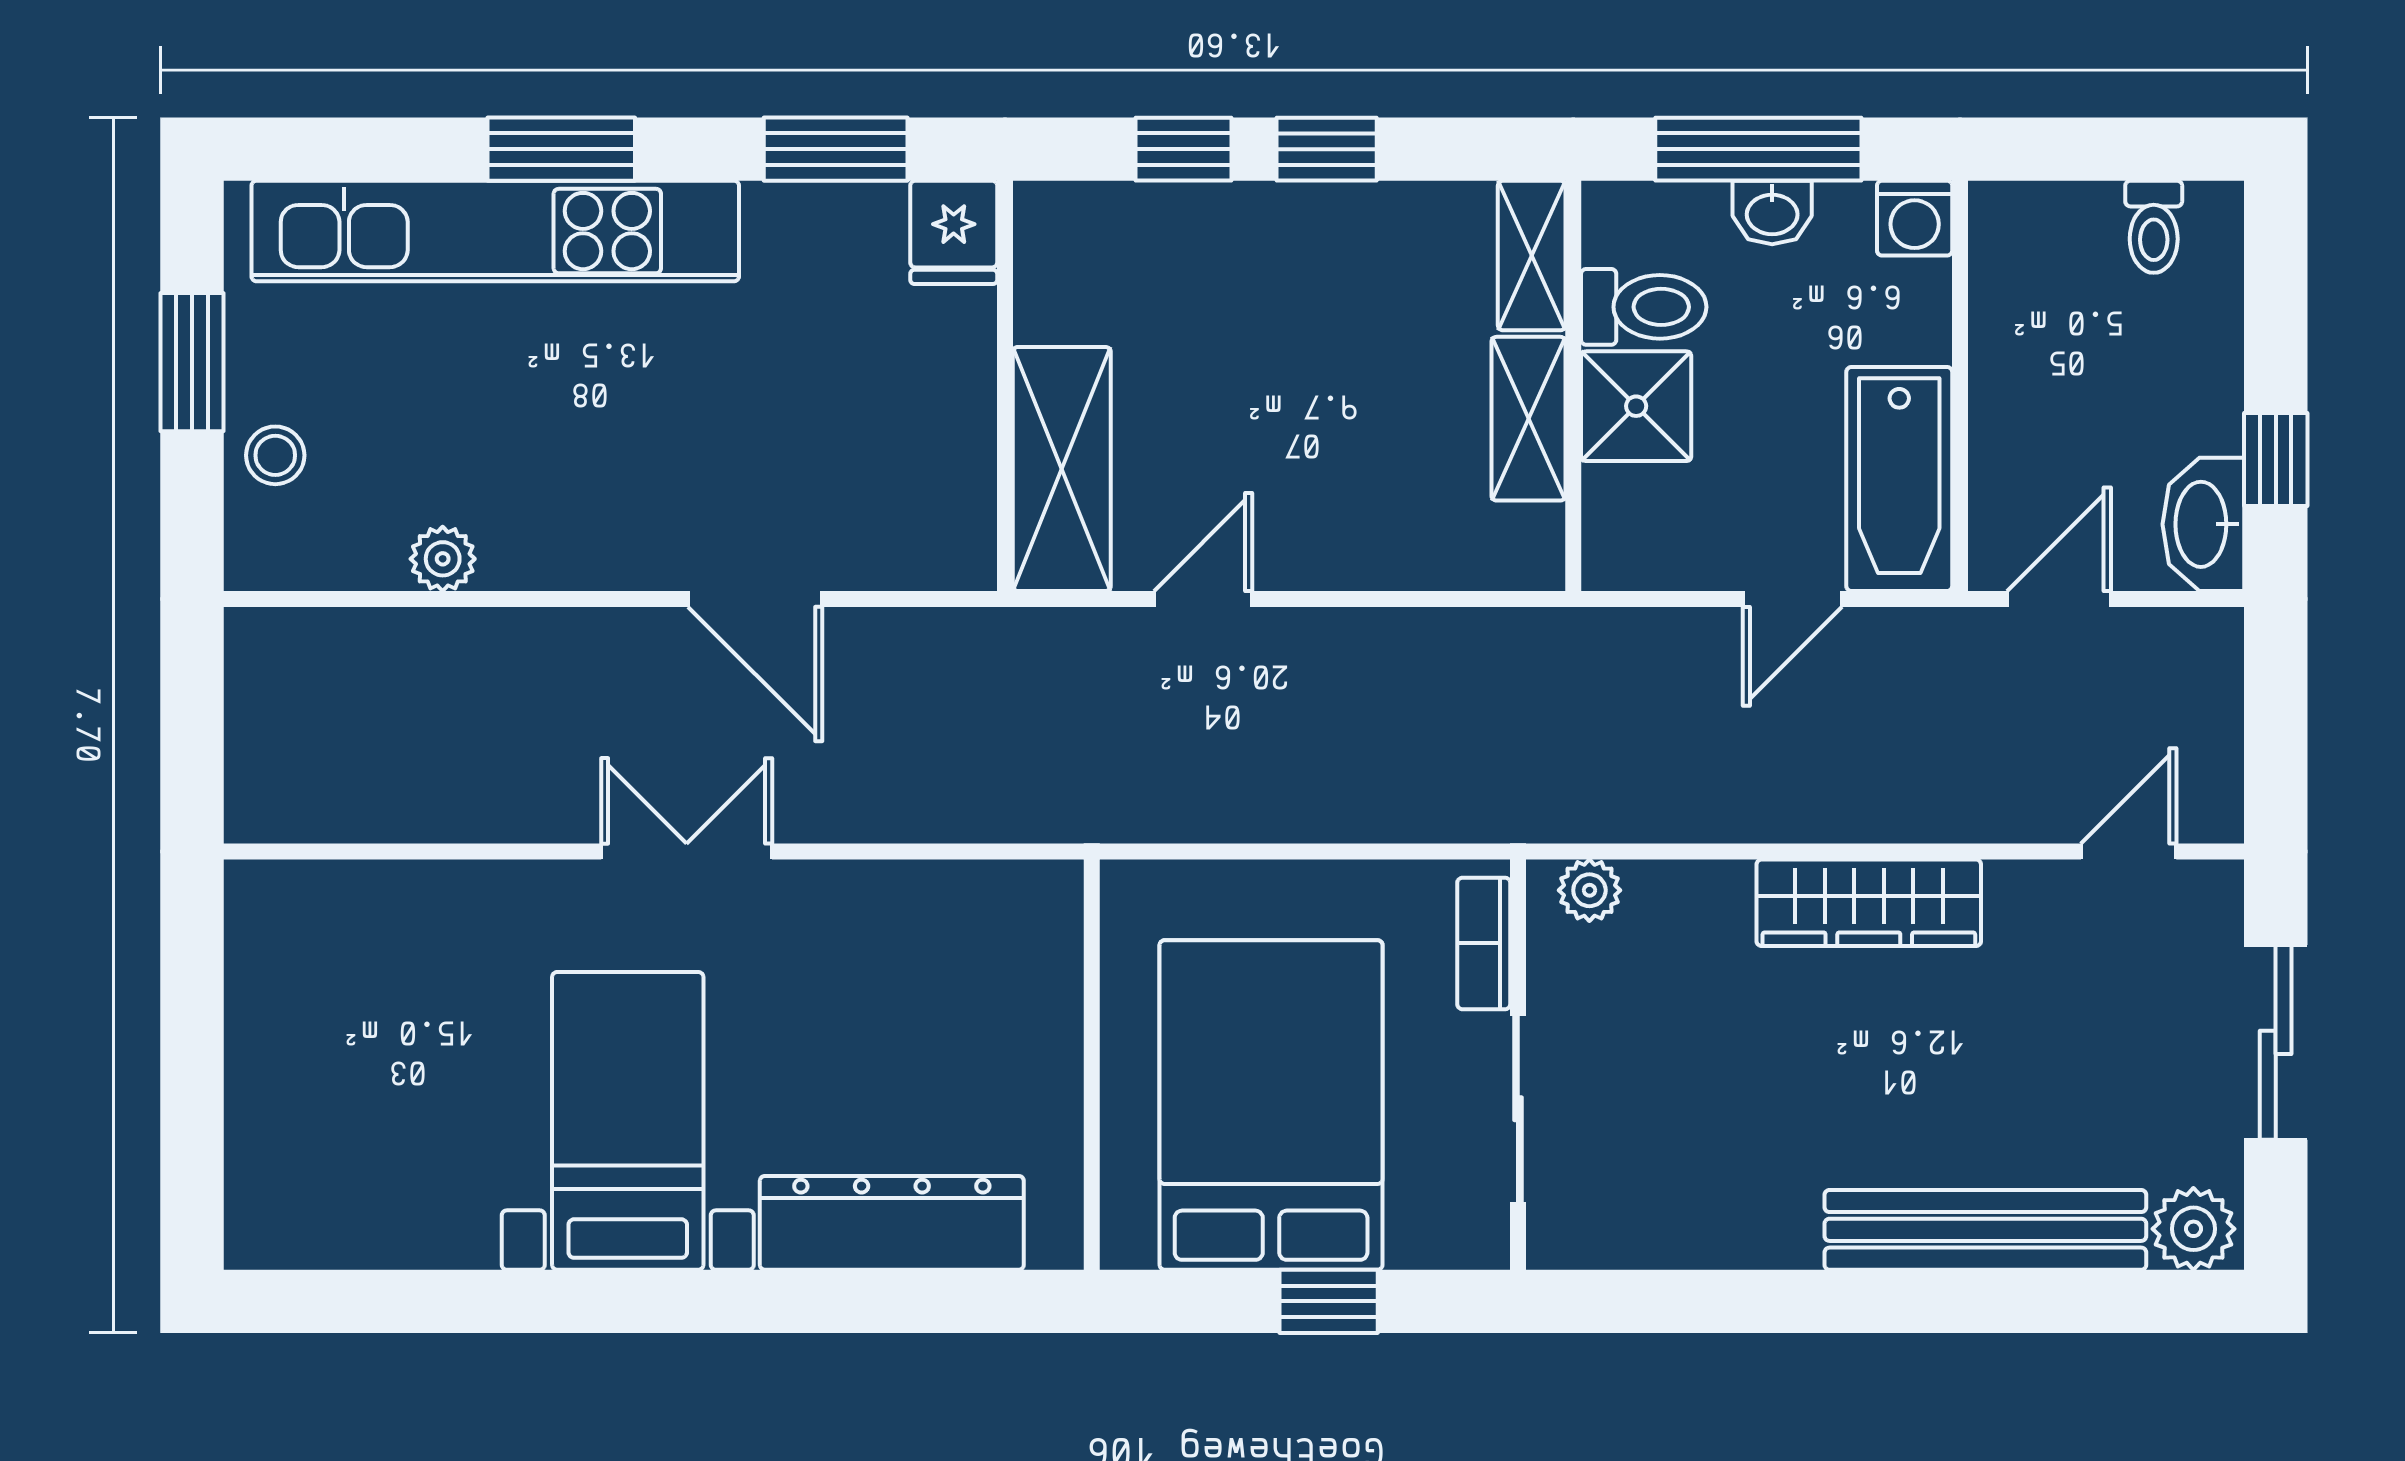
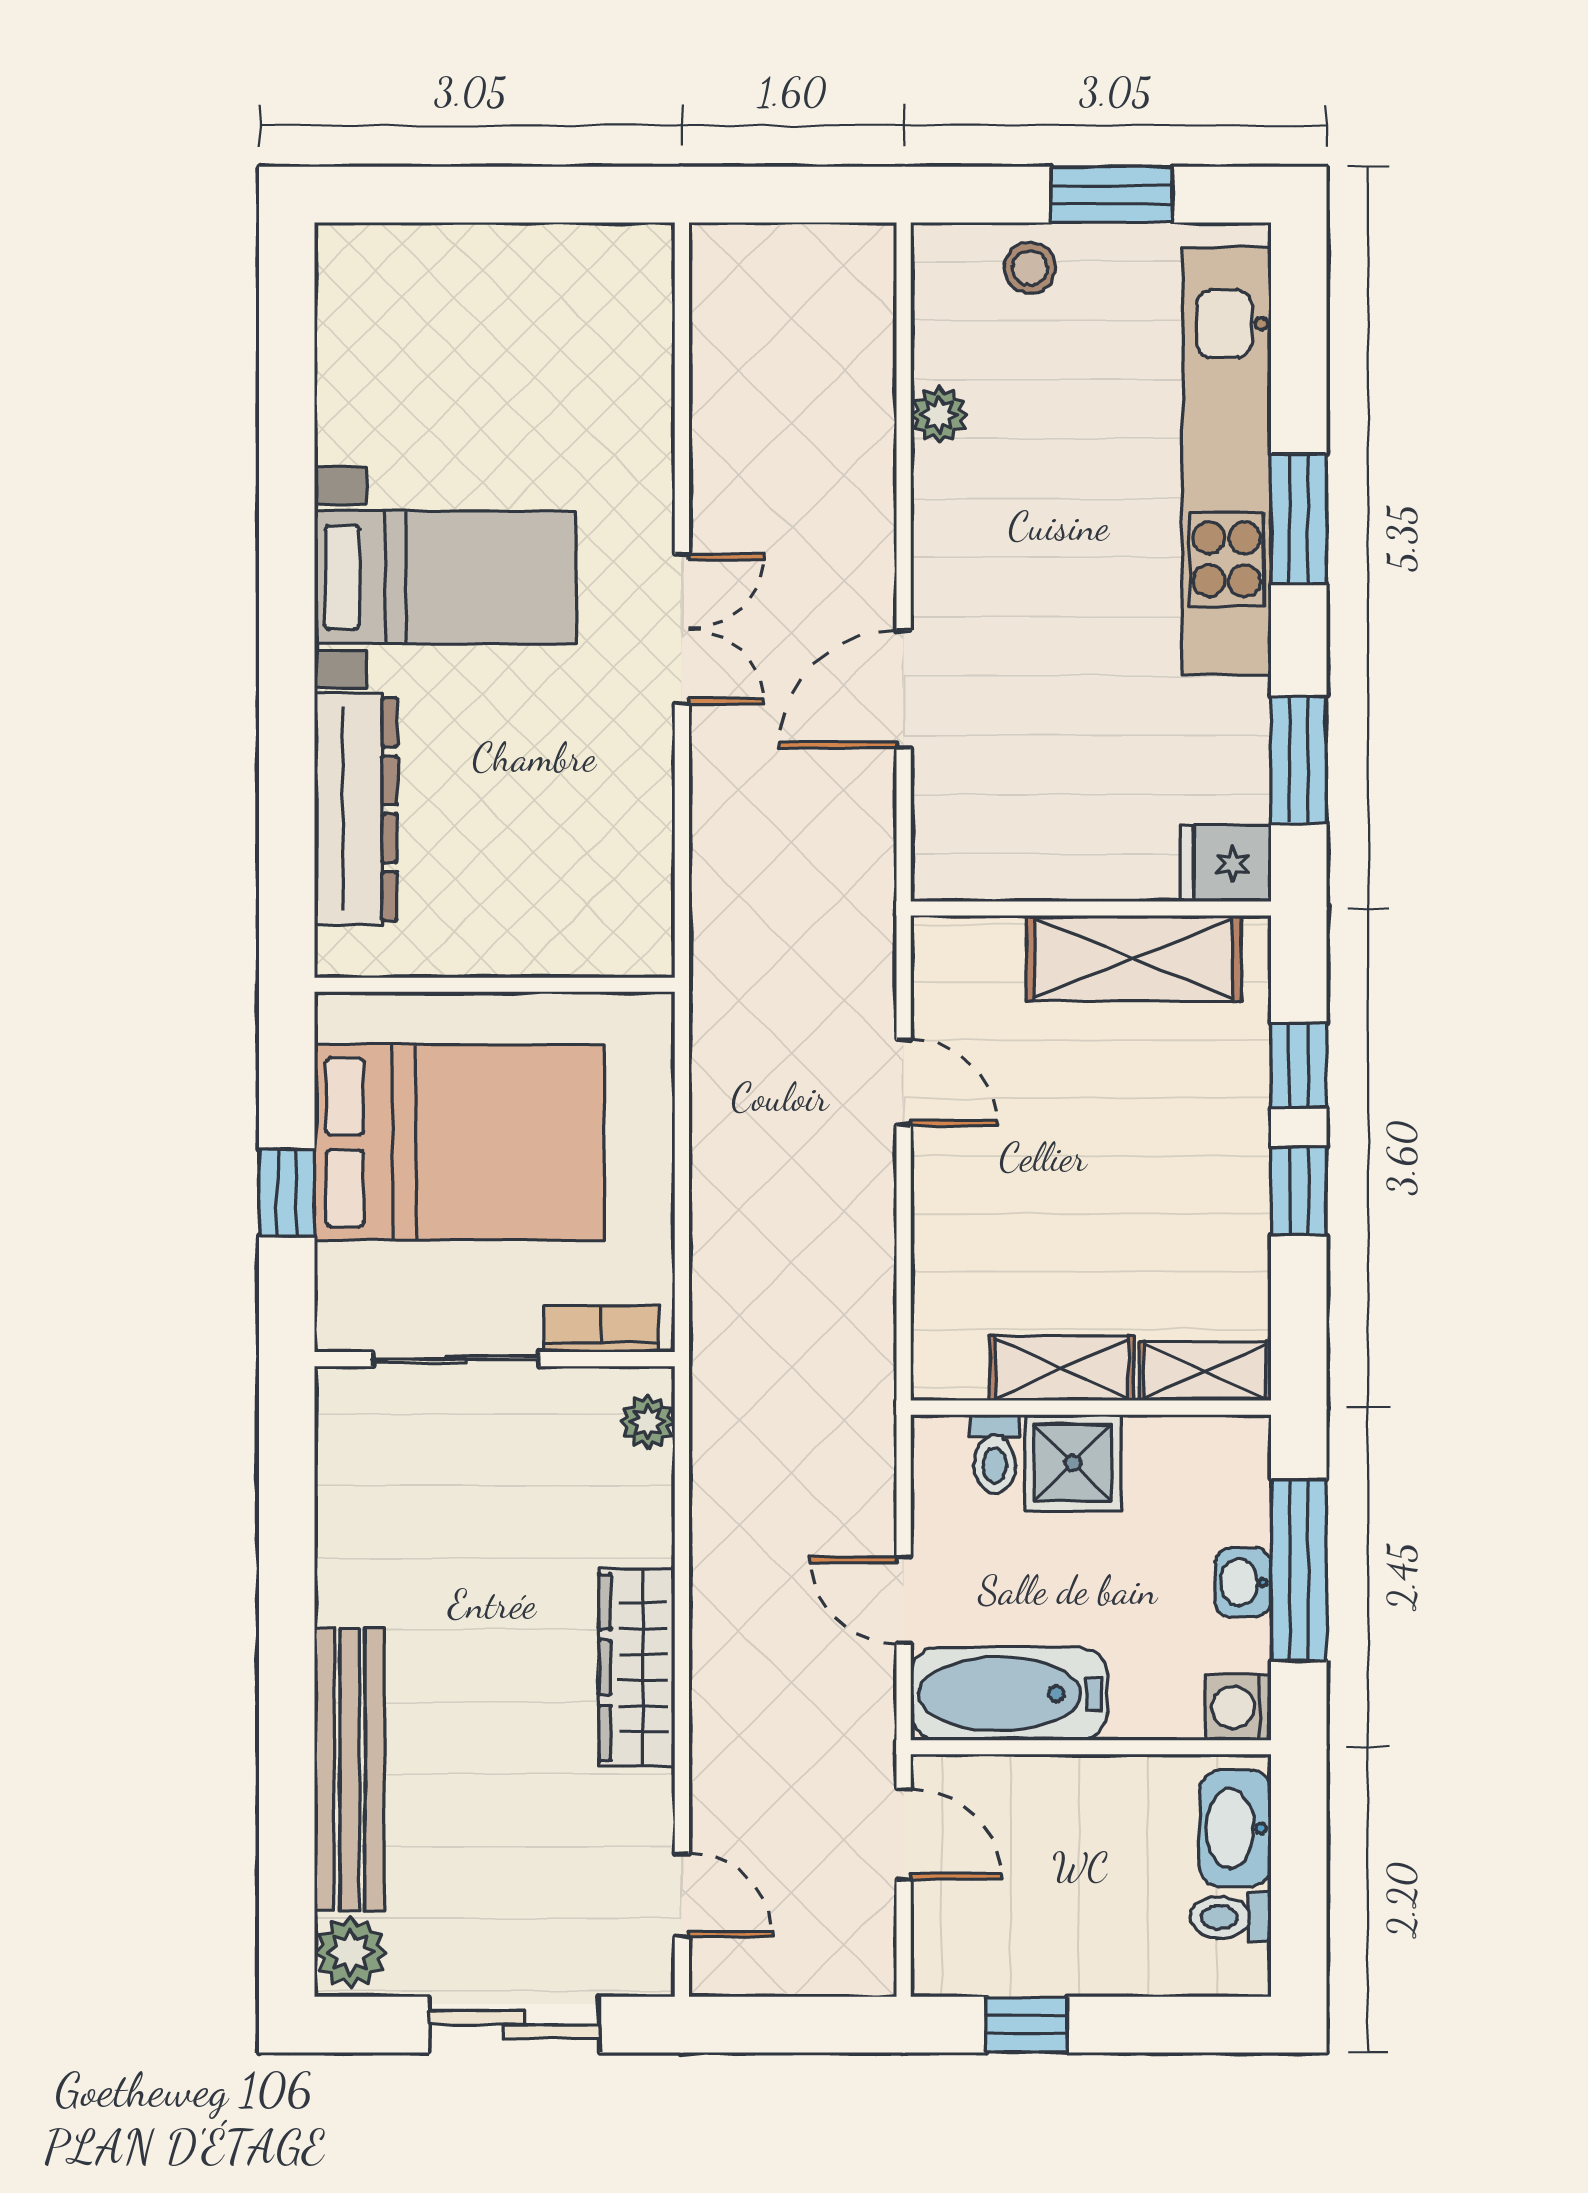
toilet: (1644, 307) -> (995, 1454), moved, width x0.73, depth x0.72
shelving: (1062, 469) -> (1133, 958), moved
washbasin: (2203, 524) -> (1235, 1828), moved, turned -90

